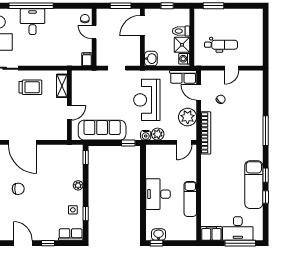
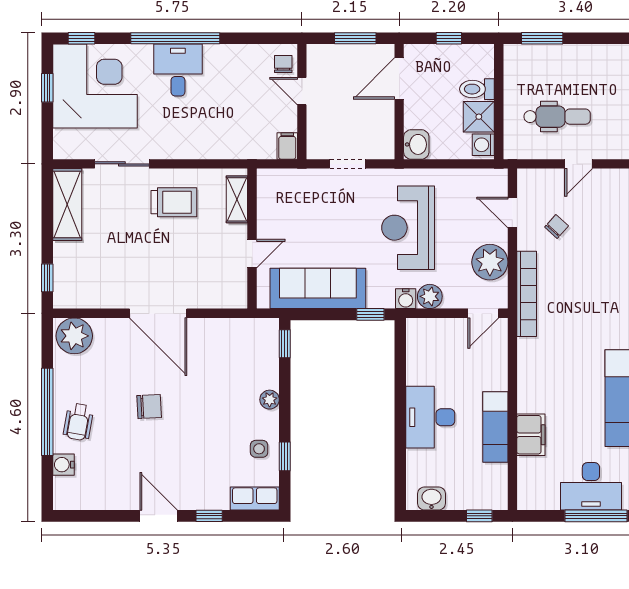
row of seats: (183, 77) -> (481, 181), removed
filing cabinet: (211, 233) -> (531, 435), moved, turned 90
window: (157, 243) -> (479, 516), moved

